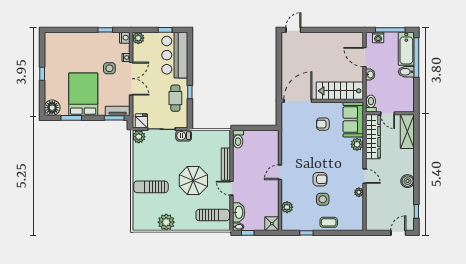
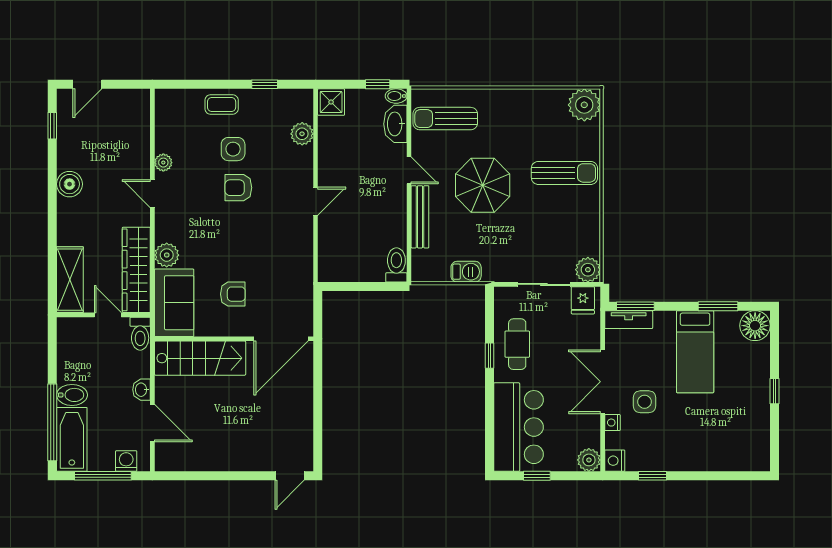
bed: (83, 94) -> (695, 352), width x0.67
barbecue: (184, 136) -> (466, 272), moved
plant: (166, 222) -> (584, 105), moved

